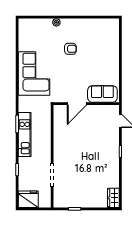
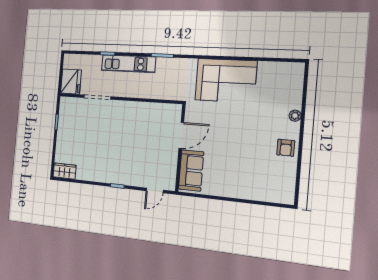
armchair: (70, 49) -> (286, 148), moved
door: (77, 104) -> (181, 135), swing flipped
kitchen unit: (25, 135) -> (128, 64), moved
fridge: (28, 199) -> (71, 82), moved

